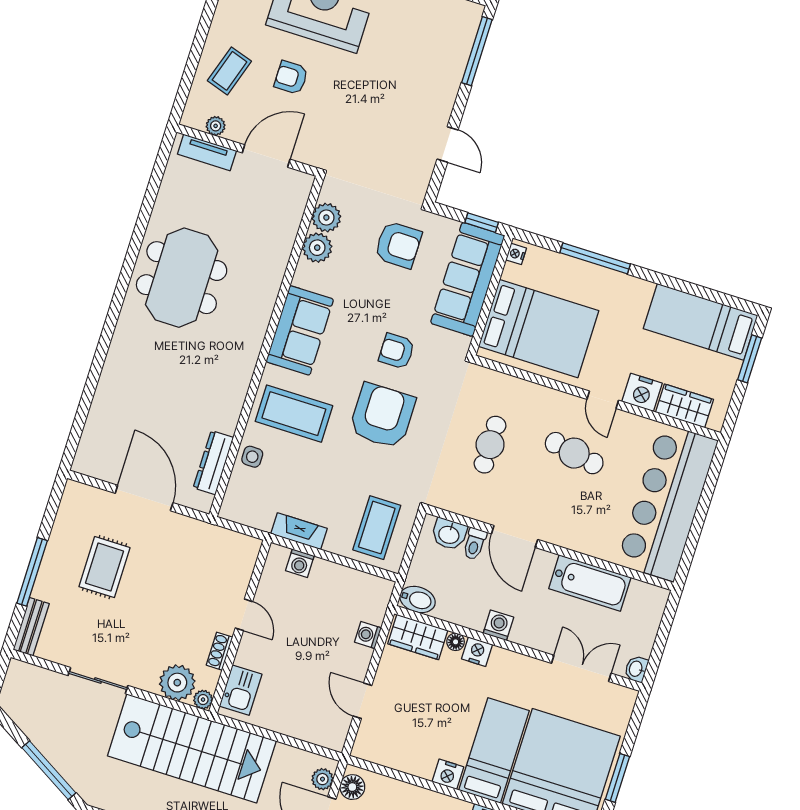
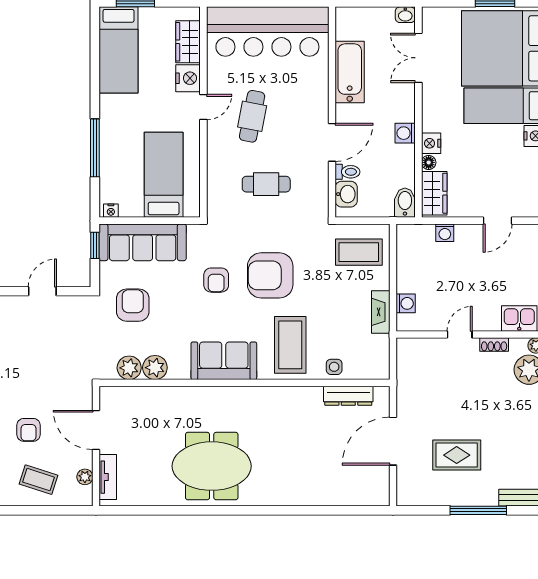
bed: (539, 329) -> (164, 175), width x0.67

